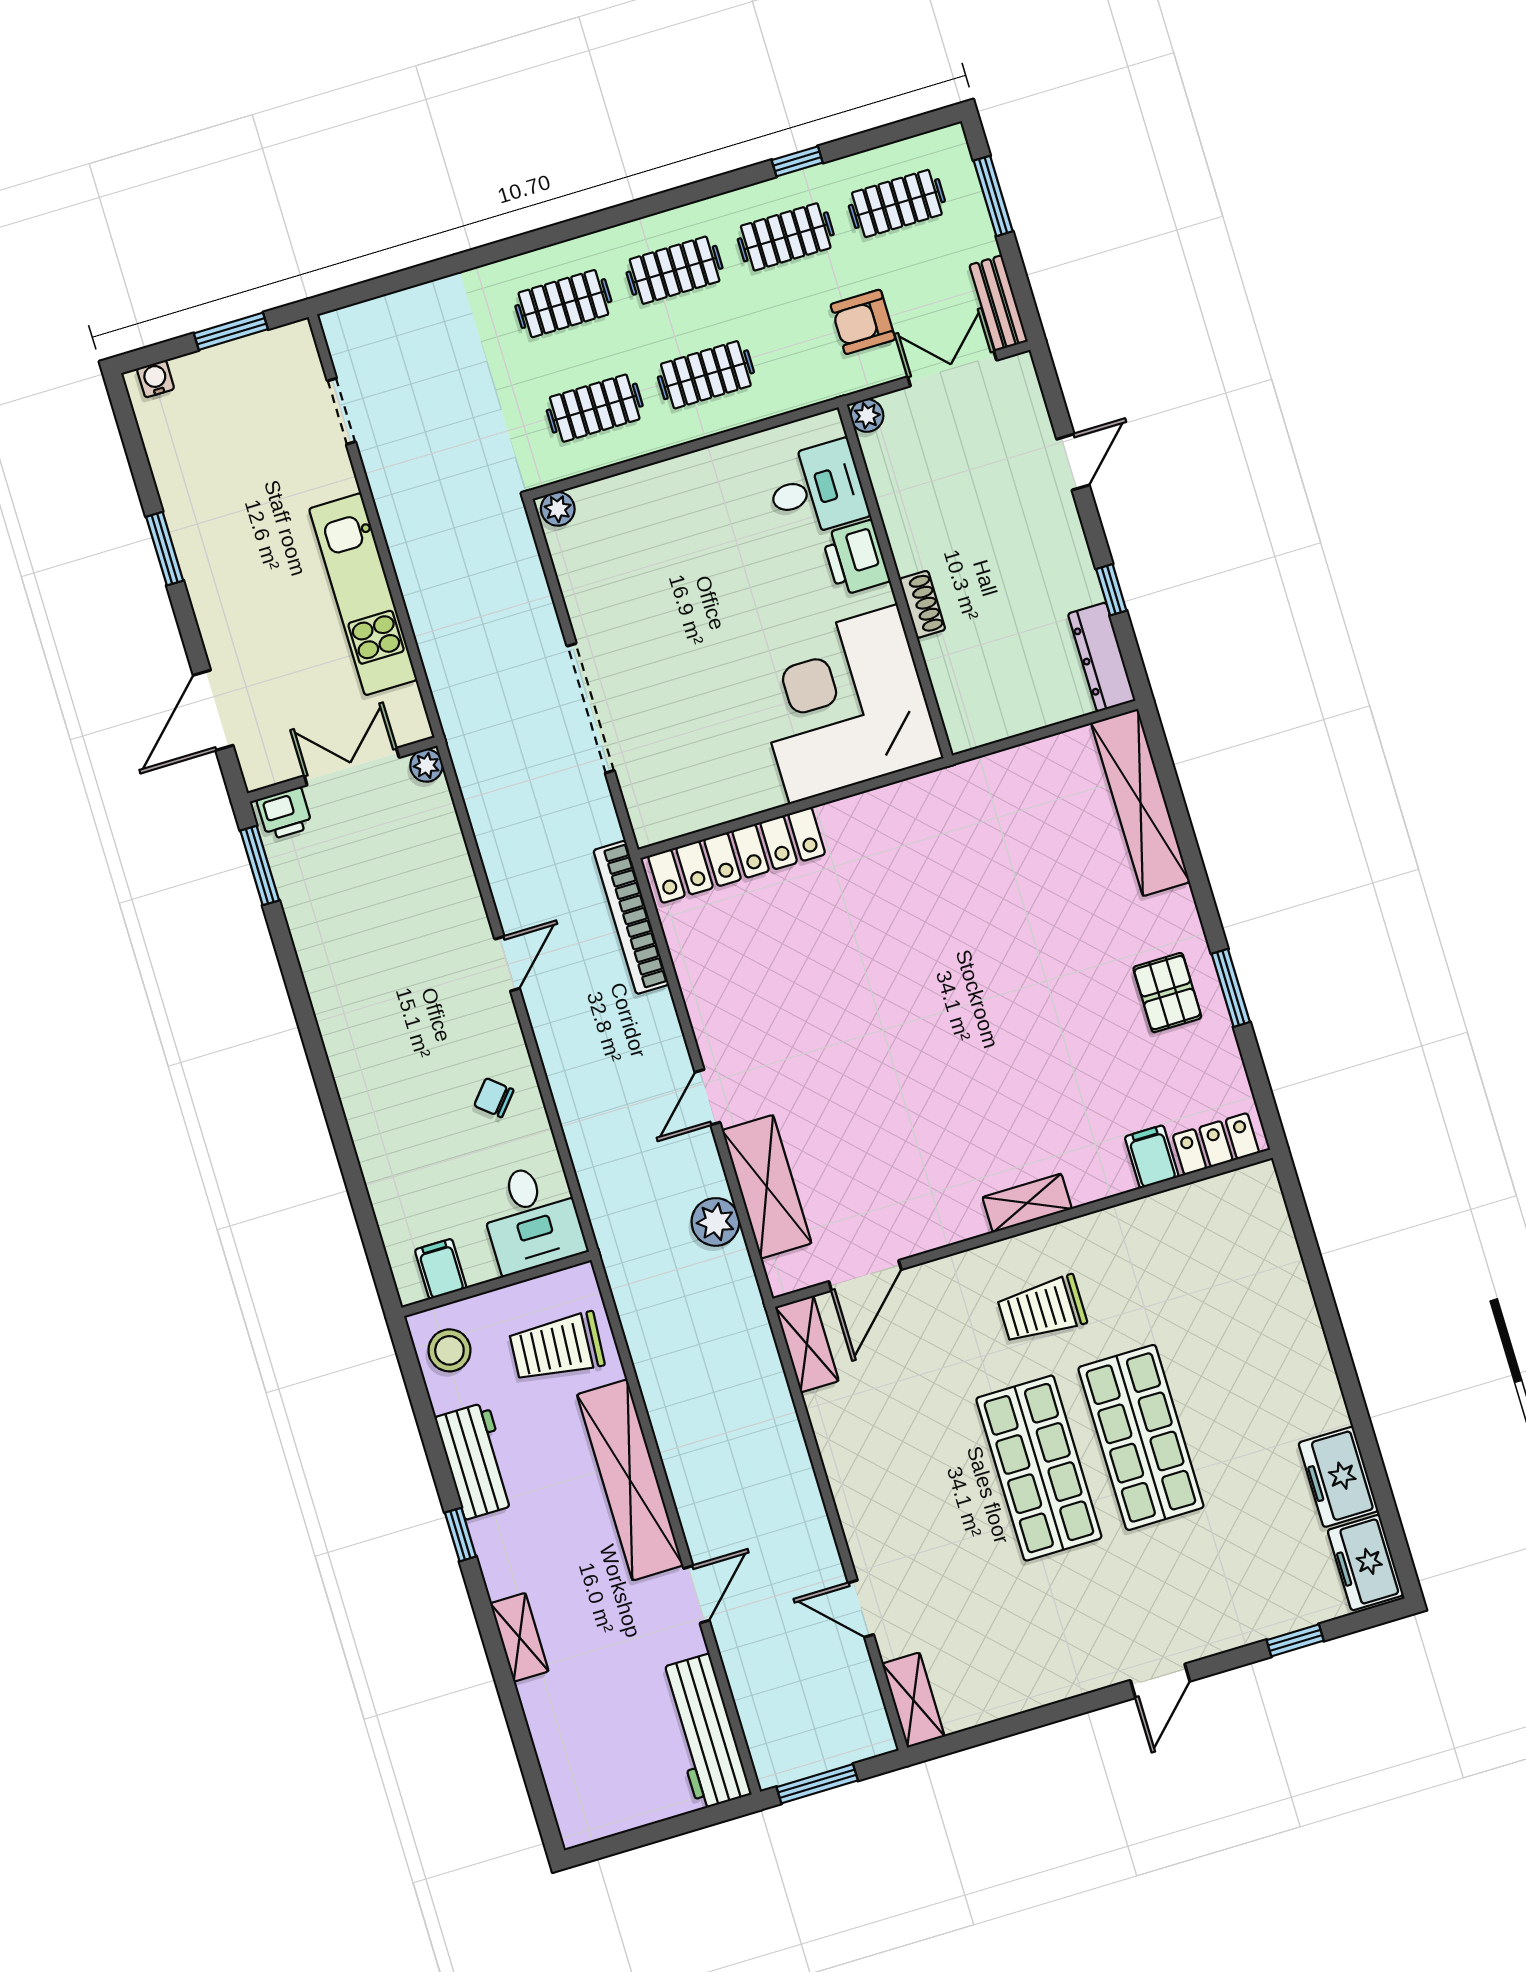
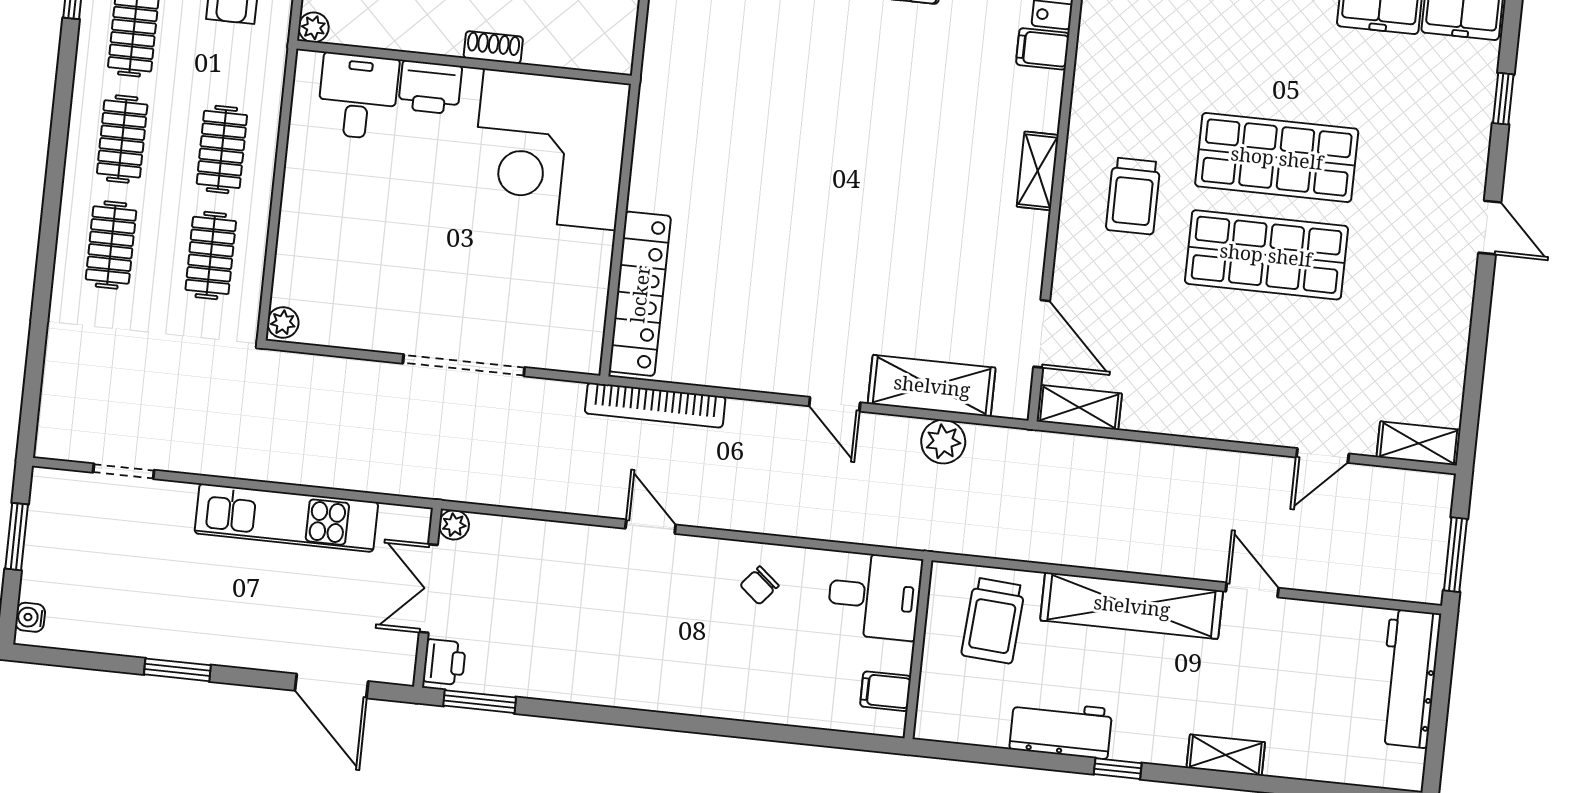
stool: (449, 1350) -> (958, 713), removed
workbench: (704, 1732) -> (1409, 678), moved, turned 90

